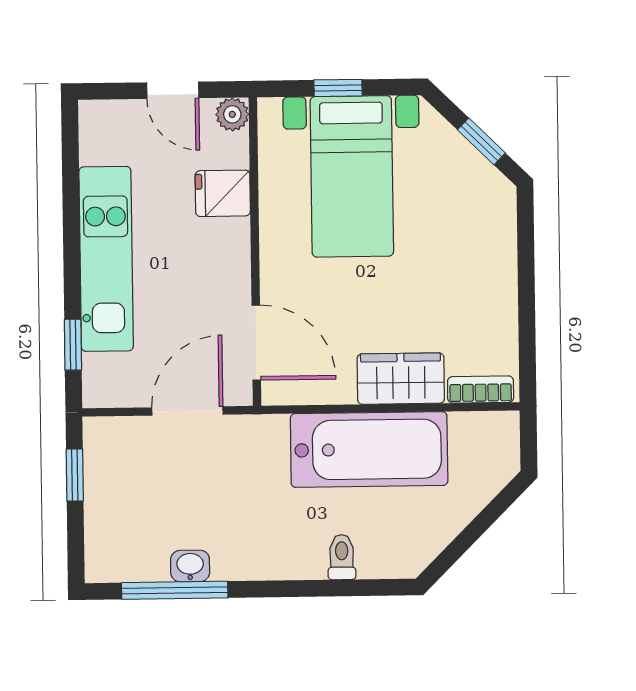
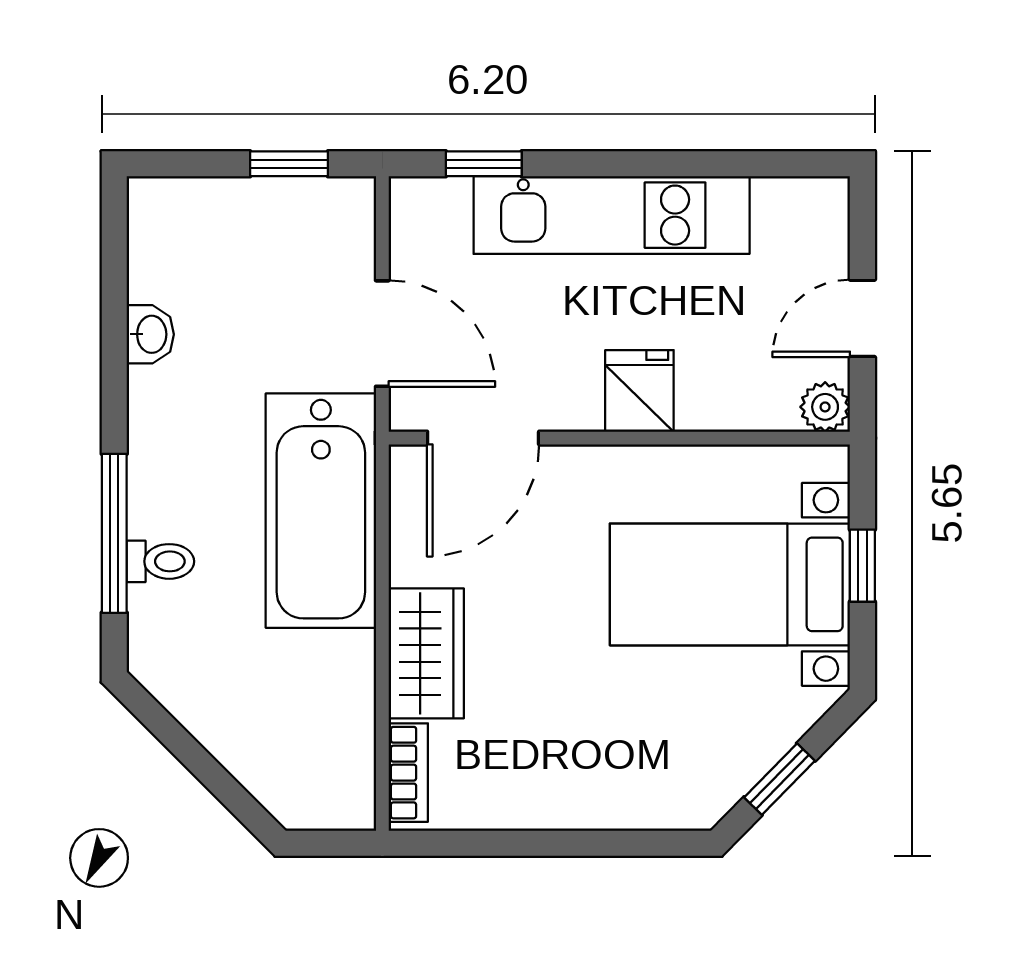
fridge: (223, 193) -> (639, 391), moved
bathtub: (369, 449) -> (321, 511), moved
window: (175, 590) -> (114, 533), moved

